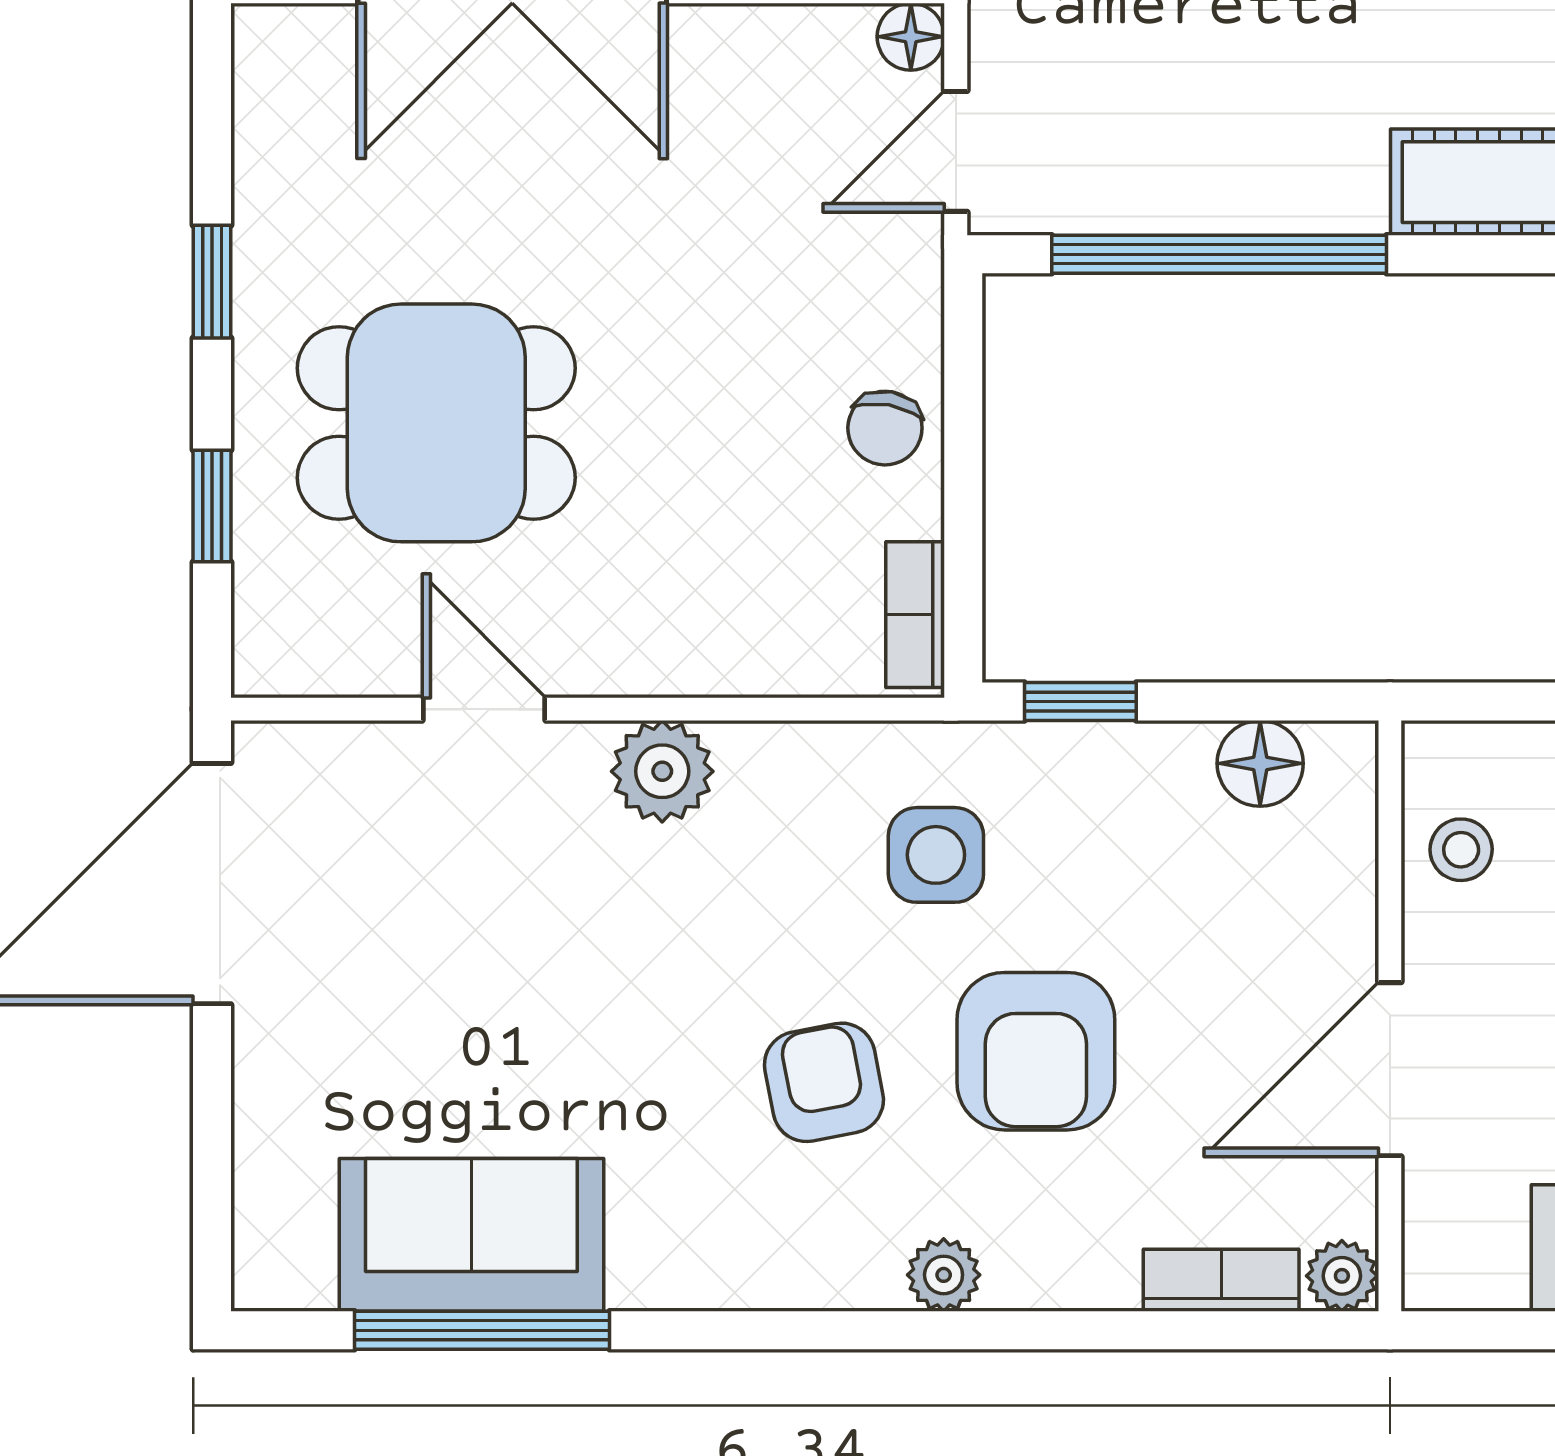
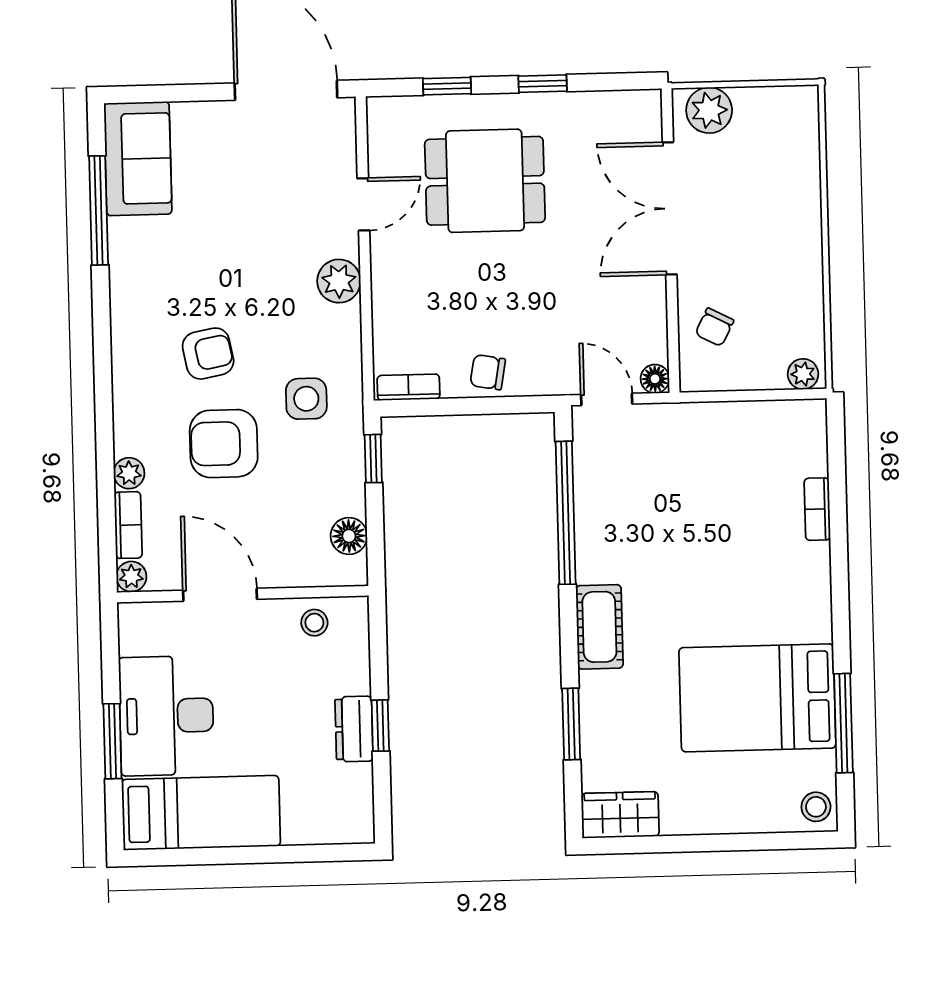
dining table: (436, 423) -> (485, 181), turned 90
sofa: (471, 1235) -> (138, 159), moved
plant: (944, 1275) -> (129, 473), moved

